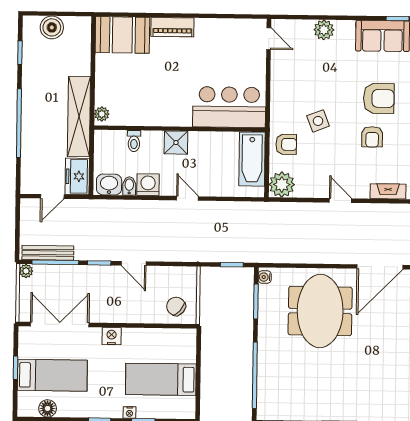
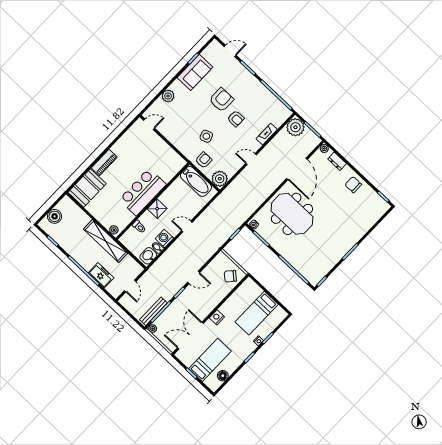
bar counter: (229, 107) -> (143, 192), moved
freezer: (77, 176) -> (101, 275), moved, turned 180

